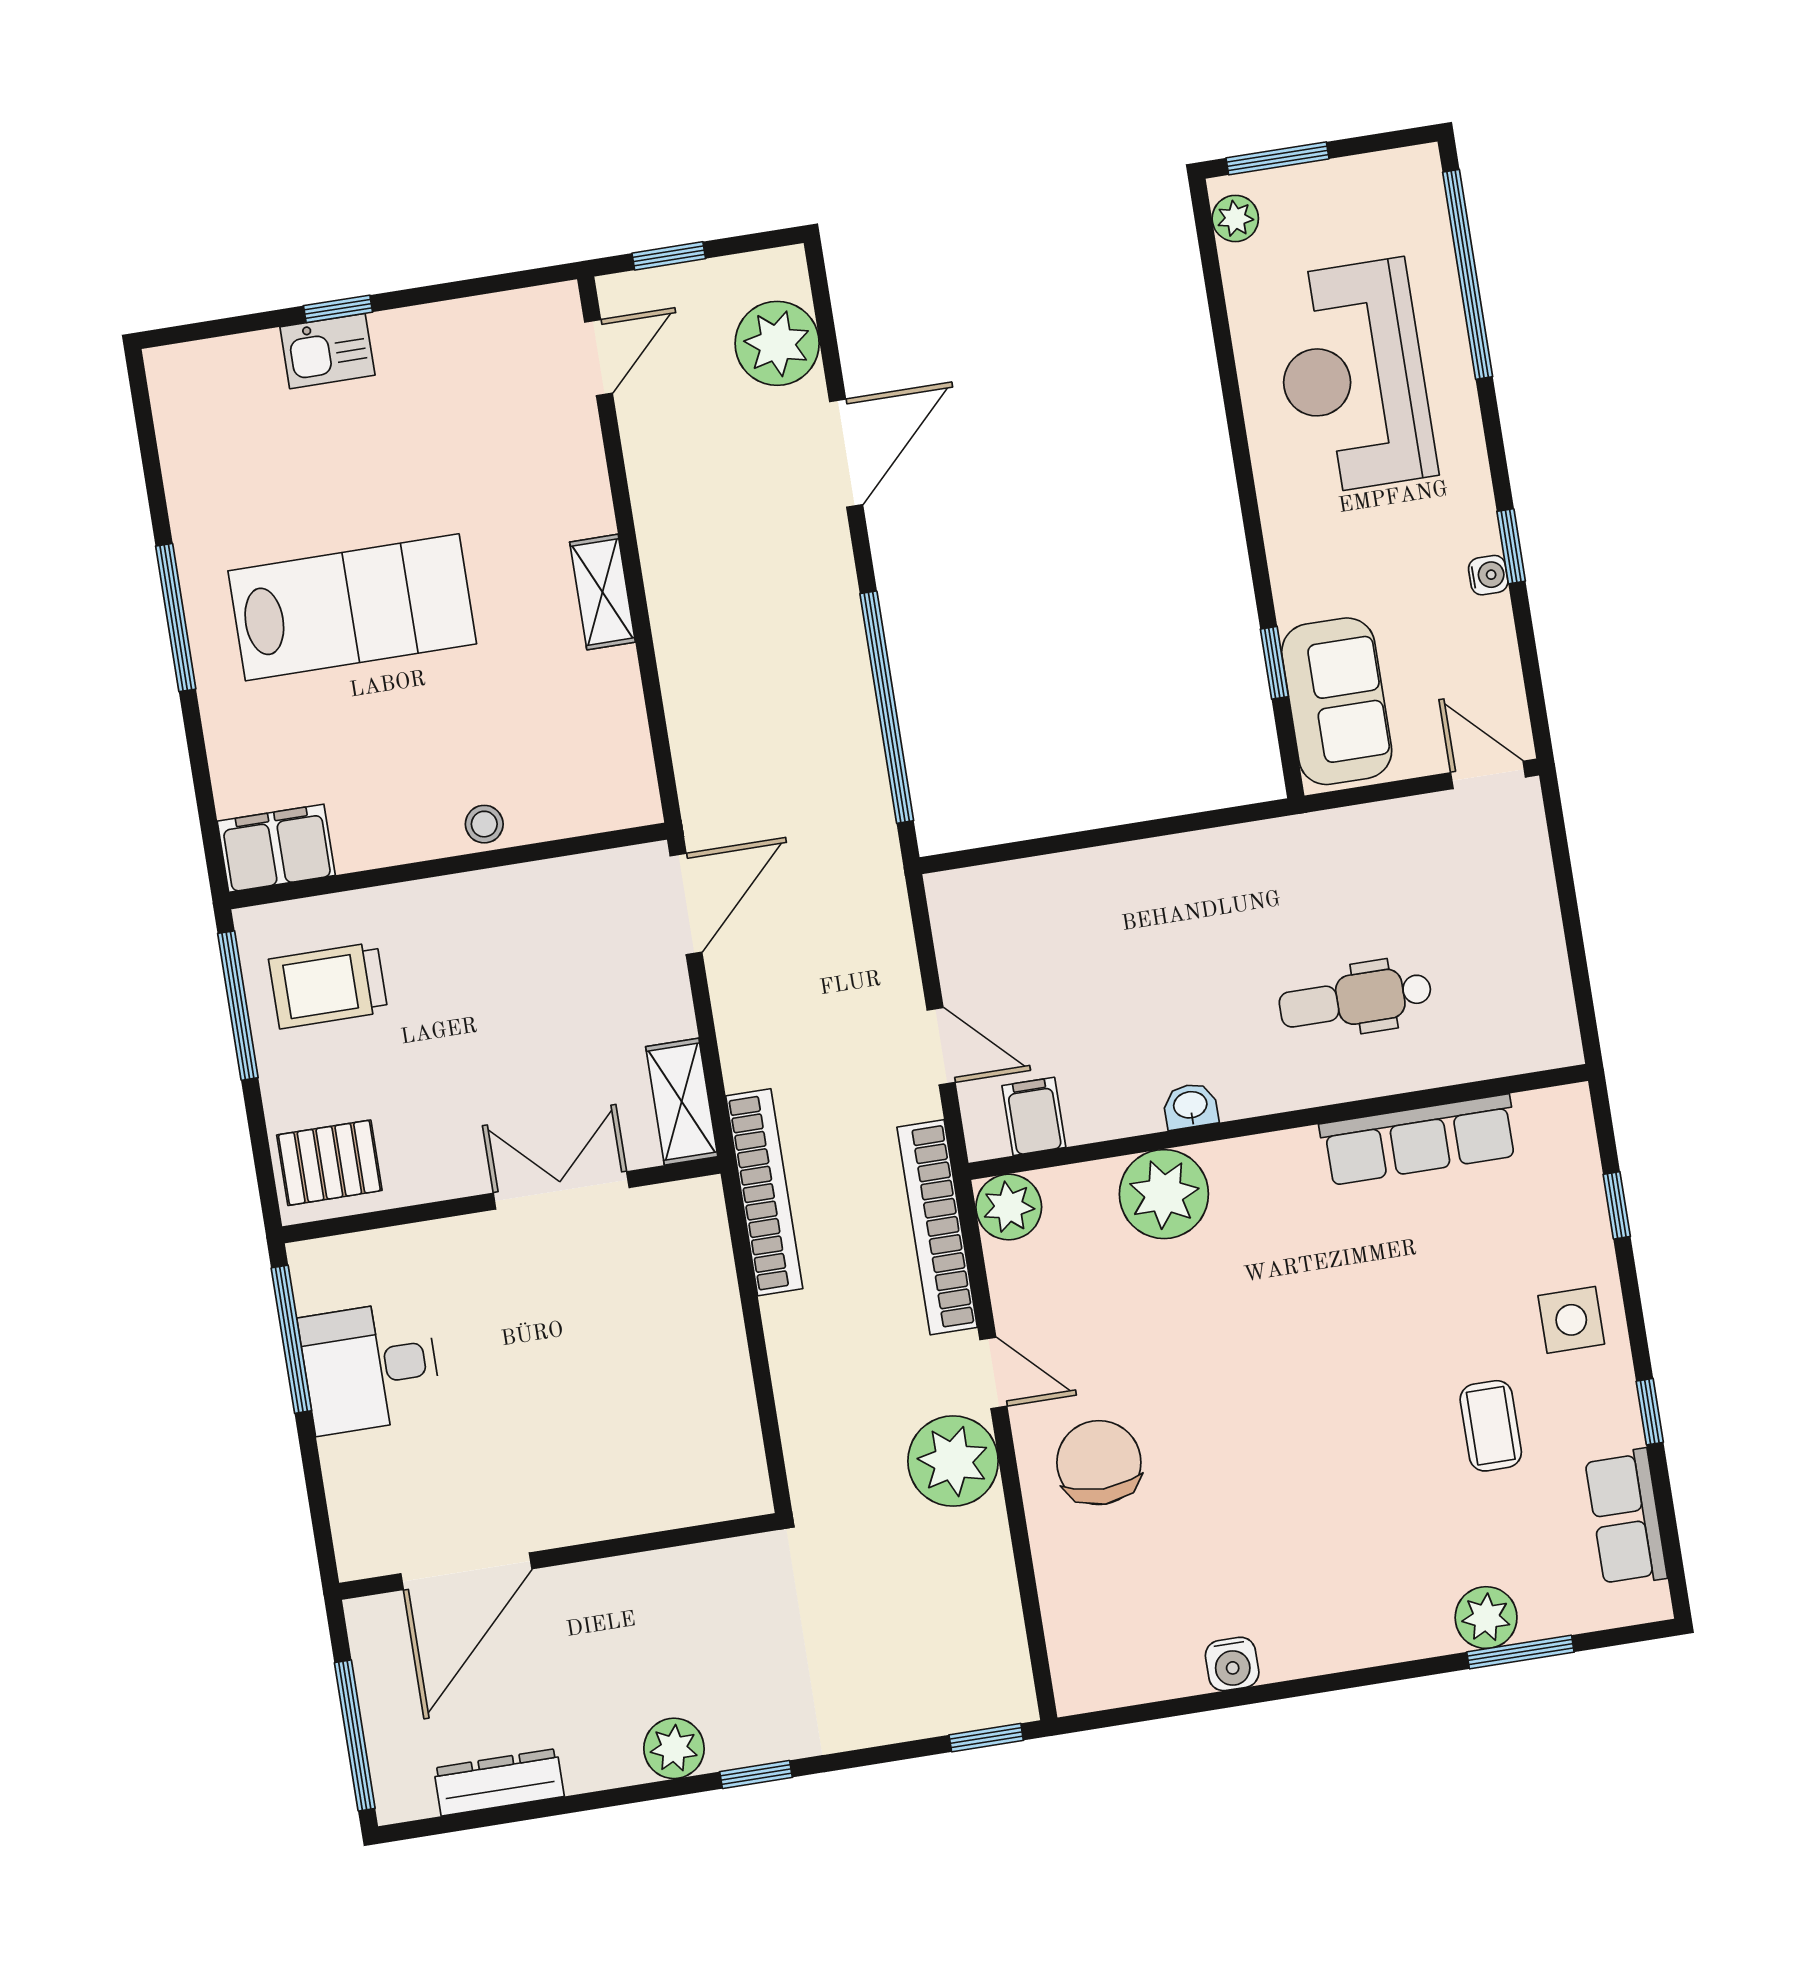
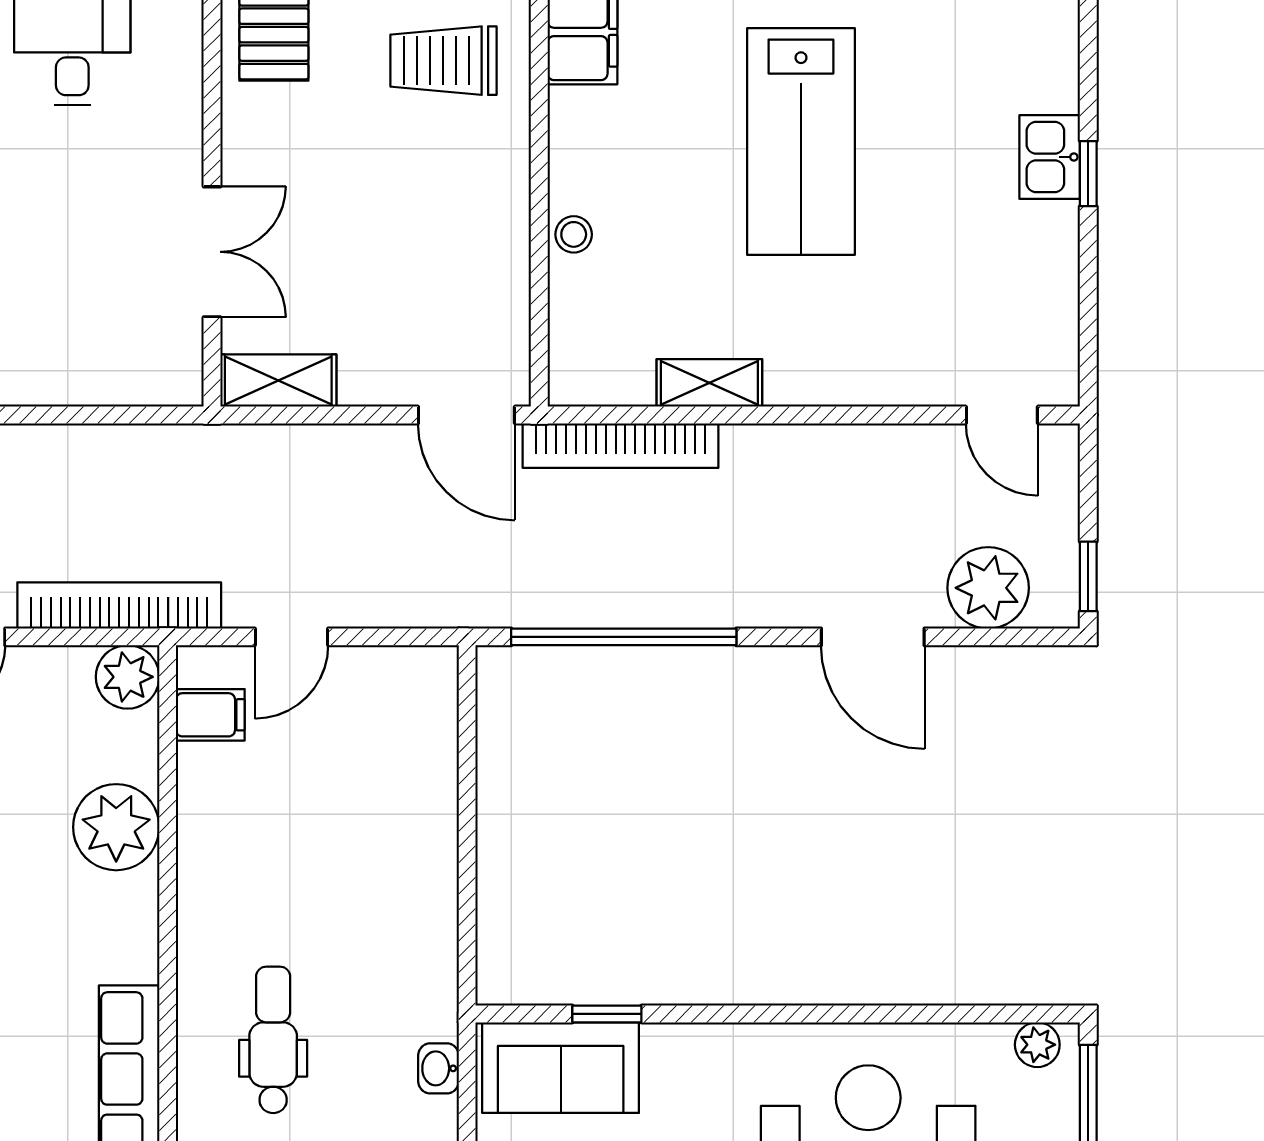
window: (669, 256) -> (1088, 576), moved
shelving: (603, 592) -> (709, 383), moved
trolley: (328, 985) -> (444, 61), turned -90
washbasin: (1190, 1106) -> (438, 1068), moved, turned 180
bookcase: (764, 1192) -> (620, 446), moved

